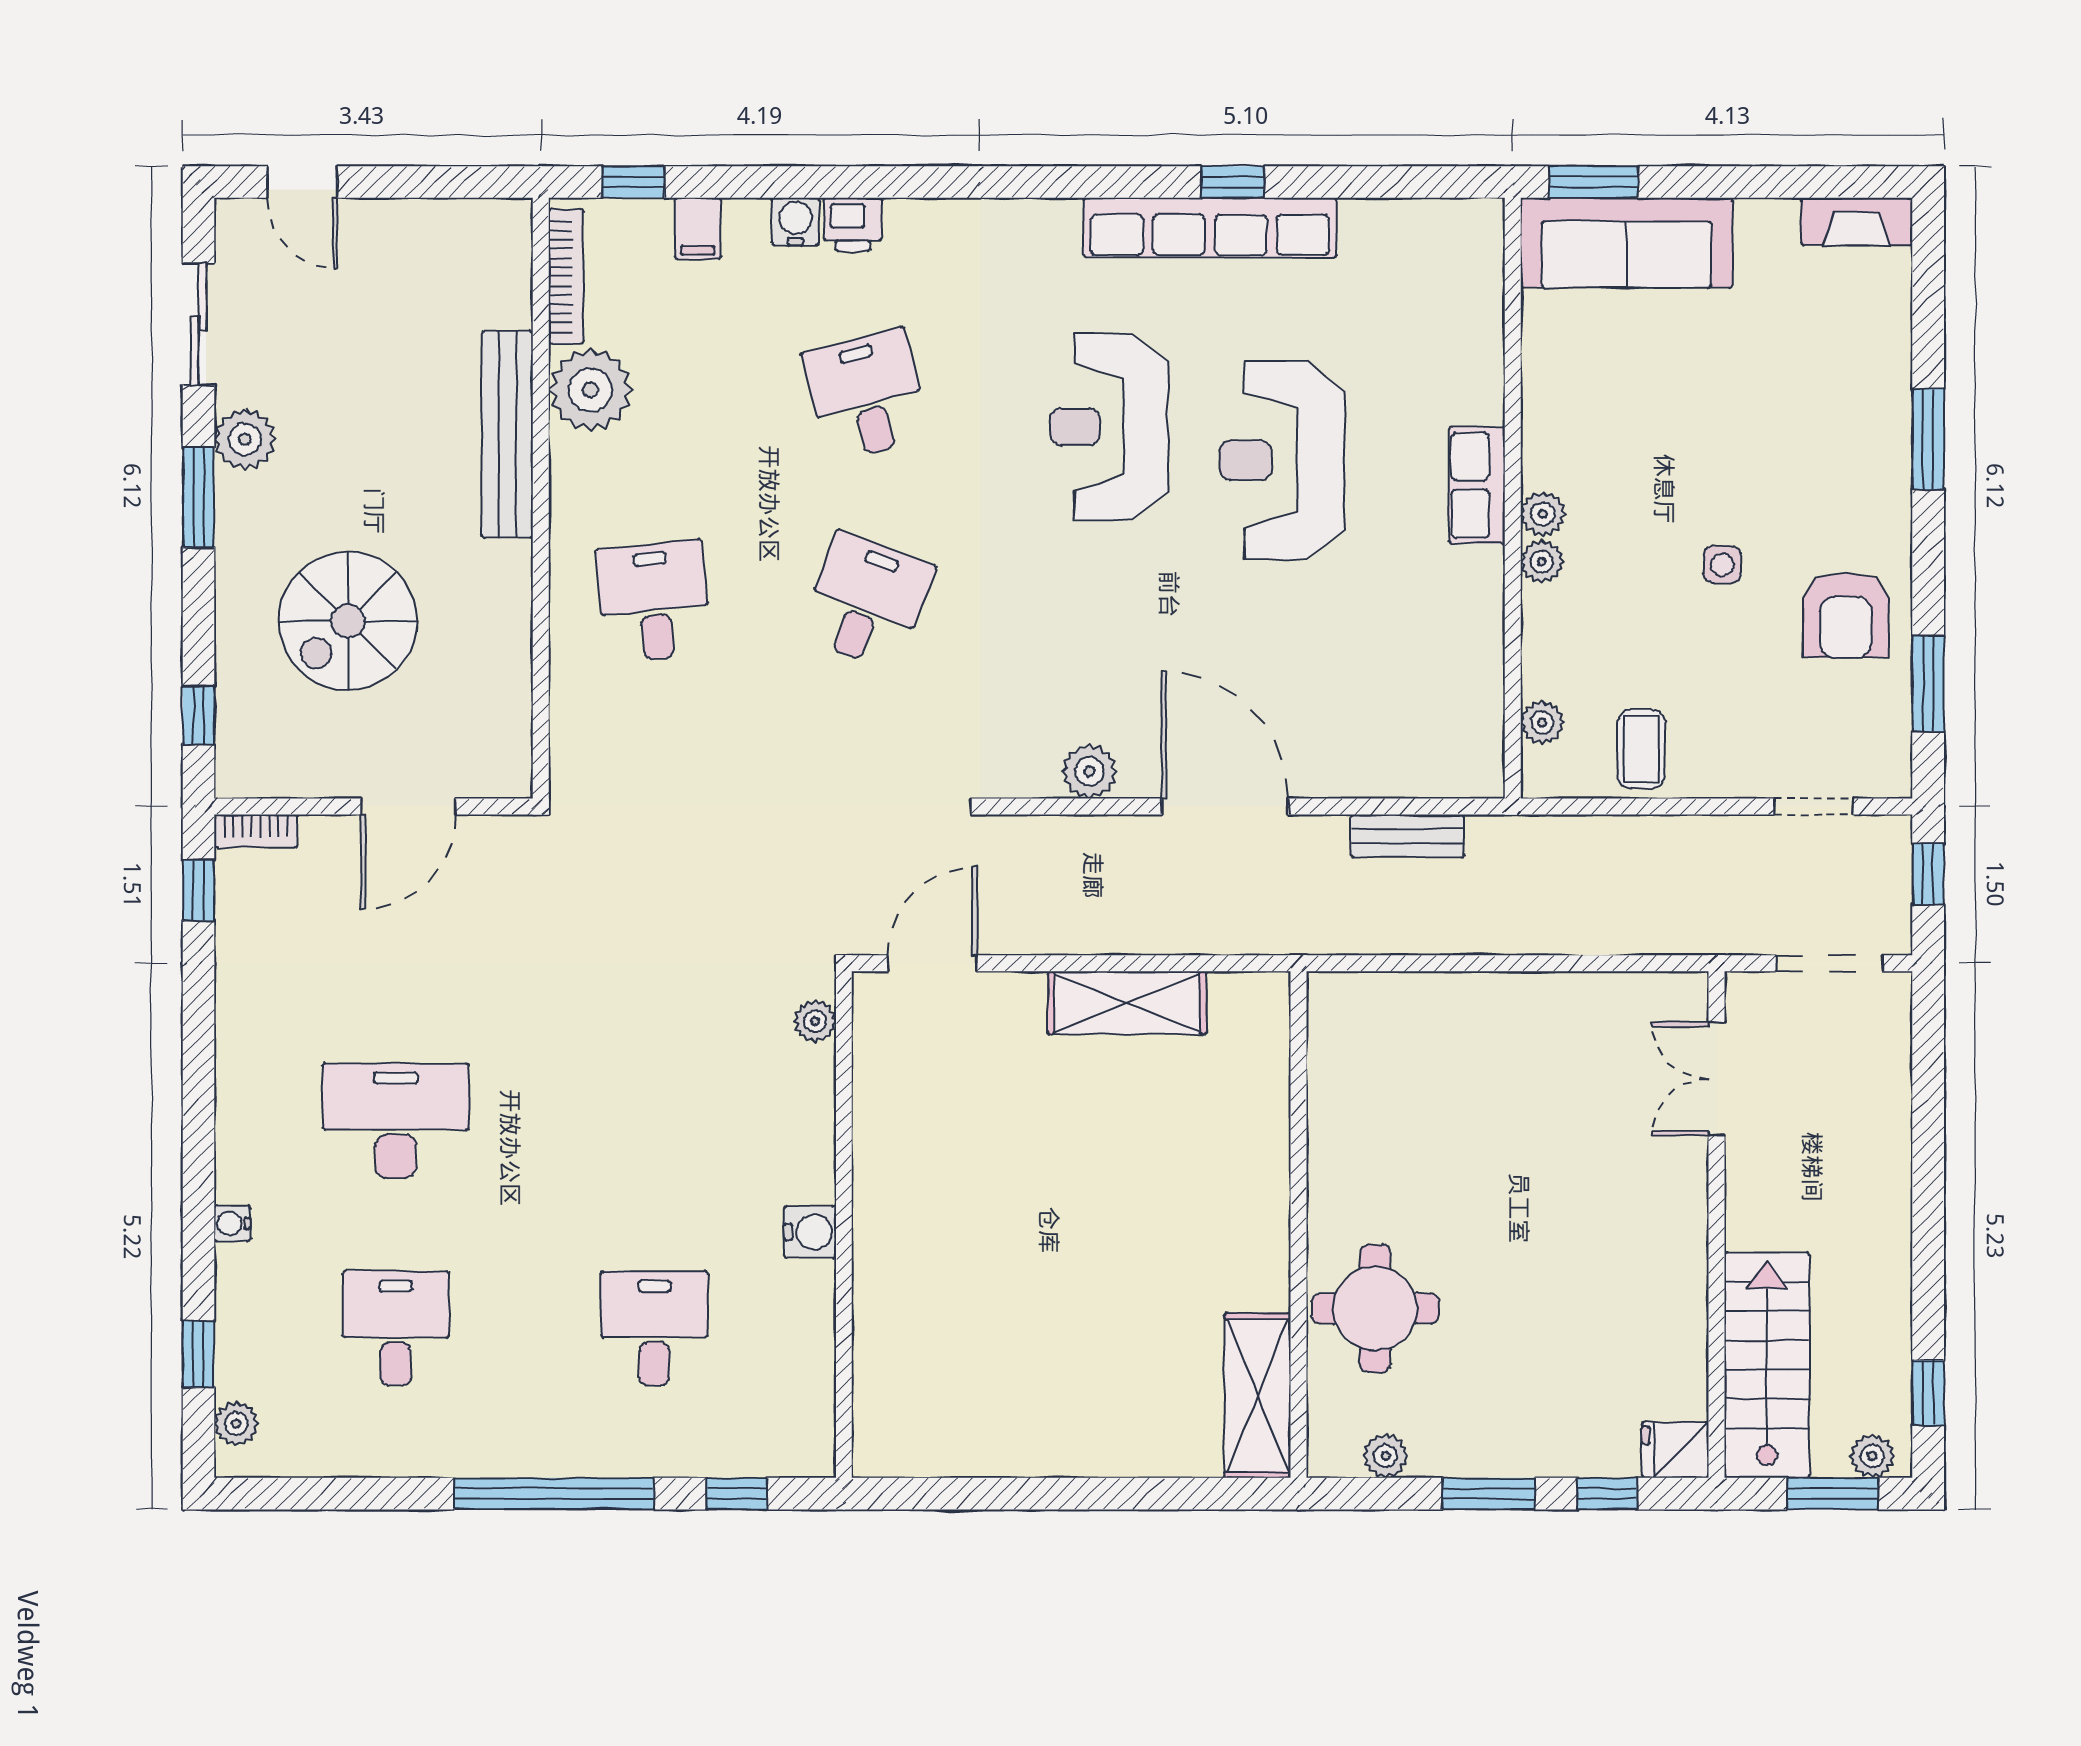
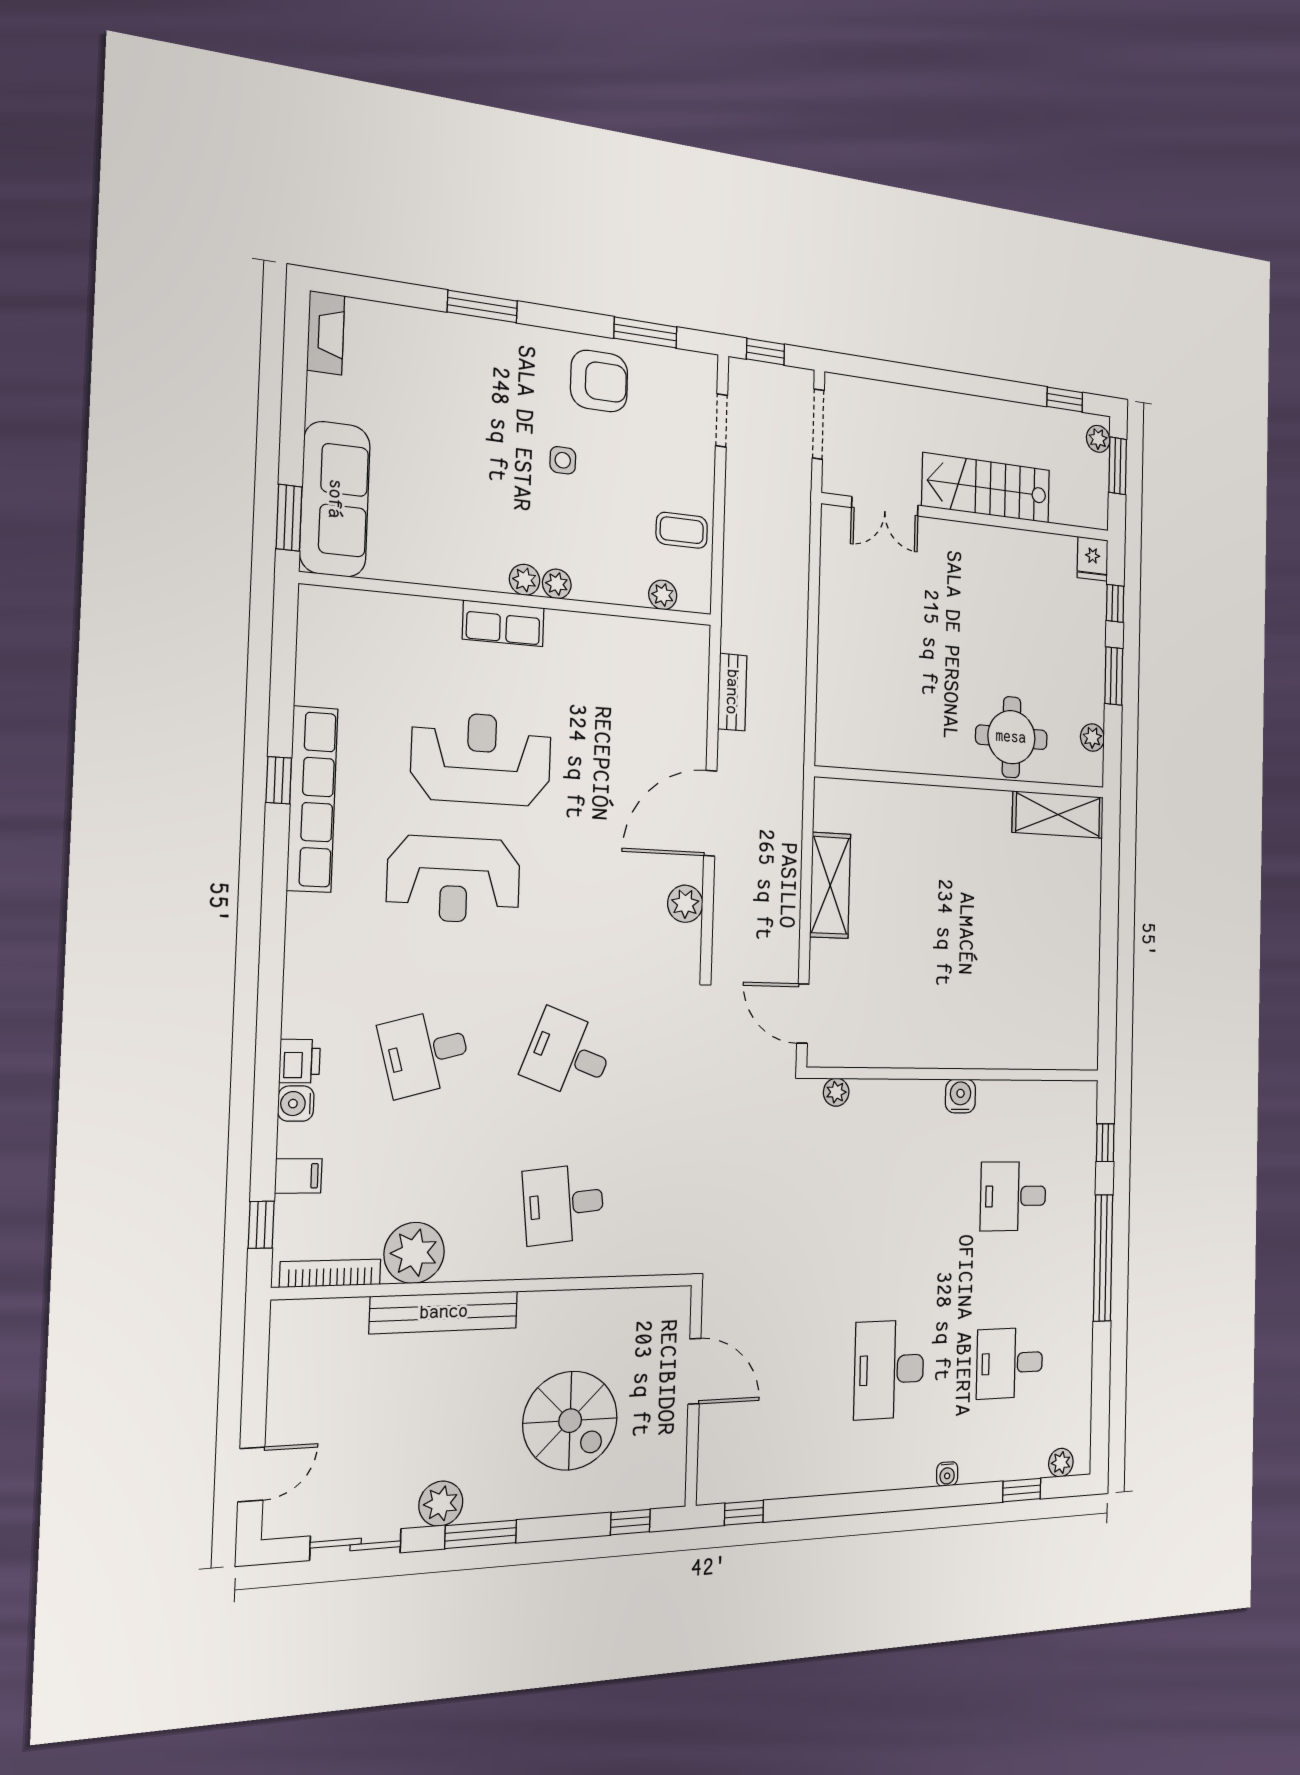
reception desk: (1282, 460) -> (481, 759), turned 180
bookcase: (256, 831) -> (707, 1476), removed
stairs: (1767, 1365) -> (986, 488), moved

